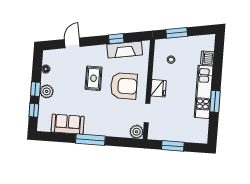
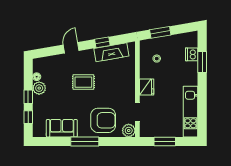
door: (72, 43) -> (71, 48), moved
rug: (94, 78) -> (83, 82), turned 90
armchair: (124, 86) -> (103, 120), moved
plant: (47, 91) -> (39, 88), moved
kitchen unit: (204, 92) -> (190, 112), moved
window: (215, 101) -> (202, 62), moved

